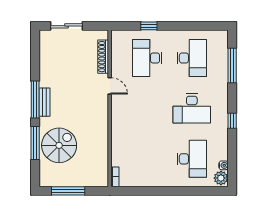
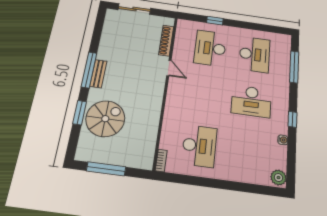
window: (35, 143) -> (80, 113), width x0.69
desk: (192, 159) -> (199, 146), moved
water cooler: (224, 165) -> (283, 140), moved

